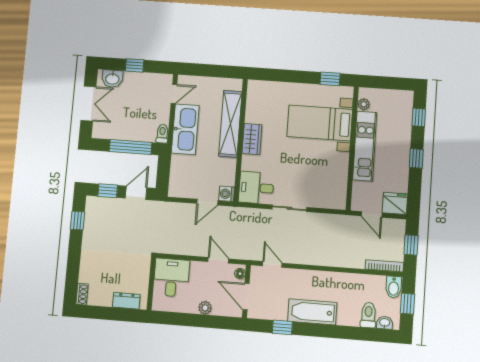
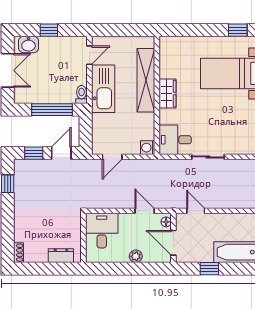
door: (207, 202) -> (112, 157), moved

